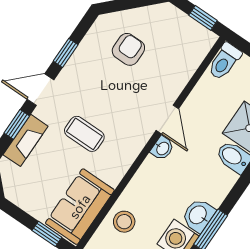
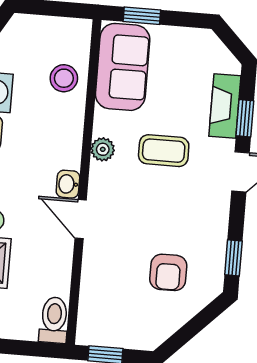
window: (66, 53) -> (233, 258), moved
plant: (125, 158) -> (103, 149), added

